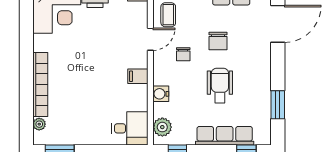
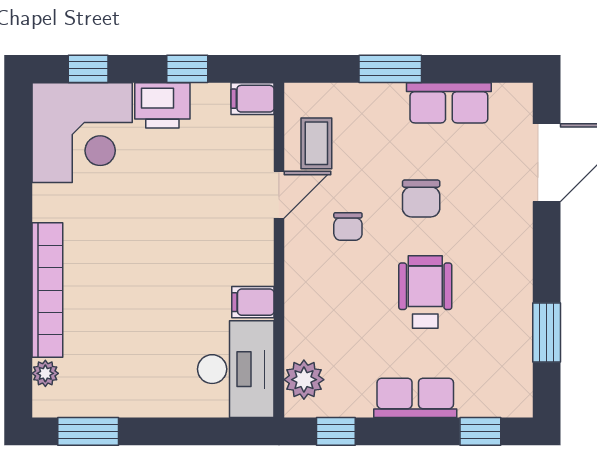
filing cabinet: (138, 76) -> (253, 302), moved
water cooler: (161, 94) -> (301, 310), removed
desk: (130, 128) -> (236, 369), width x1.37
row of seats: (225, 136) -> (415, 398), width x0.68

